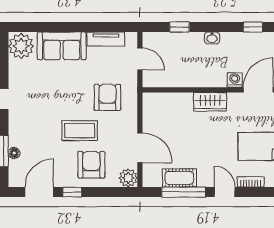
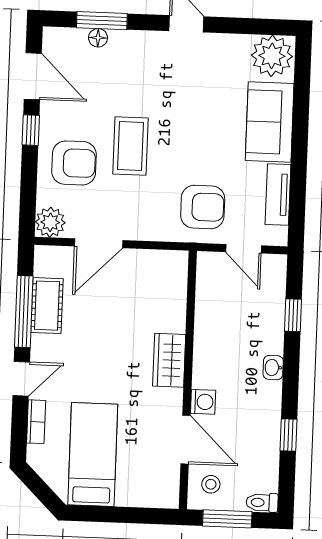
door: (140, 59) -> (244, 249), hinge flipped
armchair: (107, 97) -> (203, 207), moved

